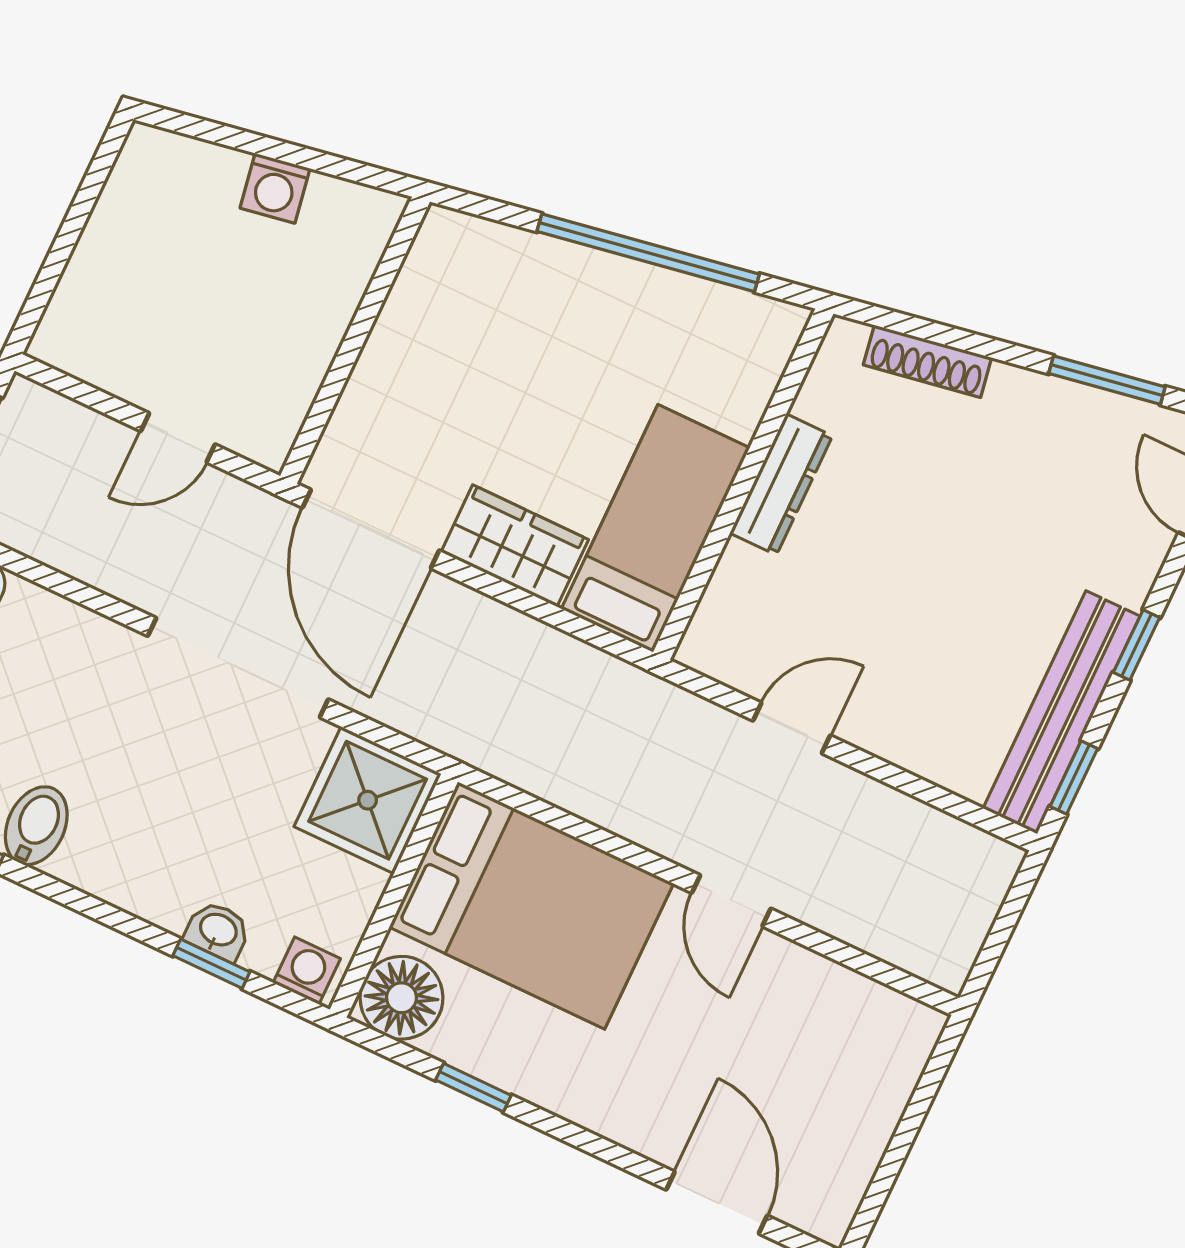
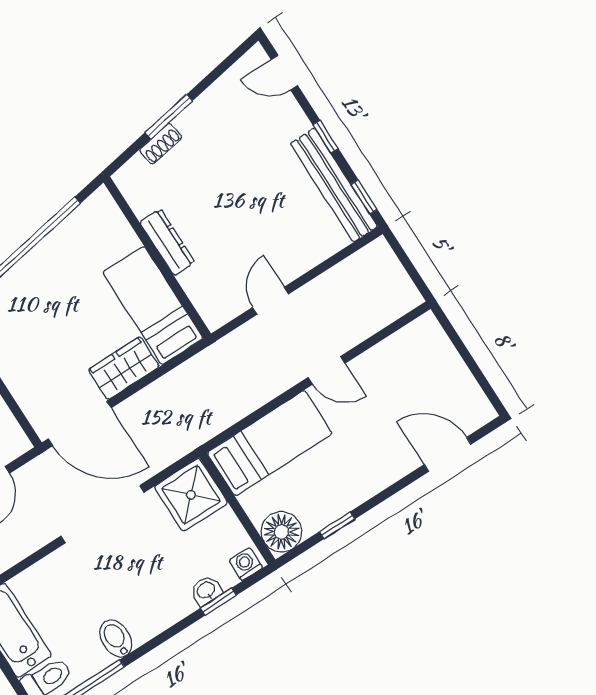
shoe rack: (927, 361) -> (161, 144), width x0.70
window: (1107, 380) -> (169, 117), moved
bed: (531, 905) -> (270, 443), width x0.67

